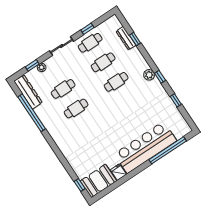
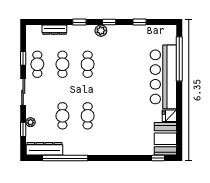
window: (135, 39) -> (79, 22), moved

